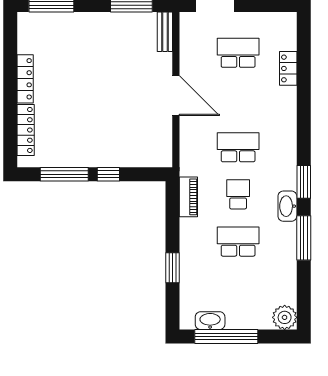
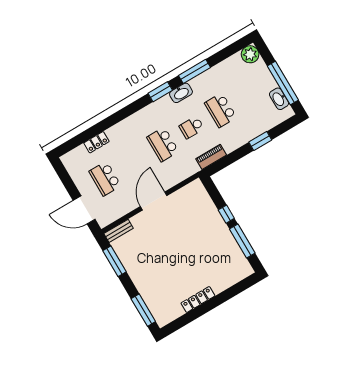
locker: (26, 130) -> (229, 281), removed

